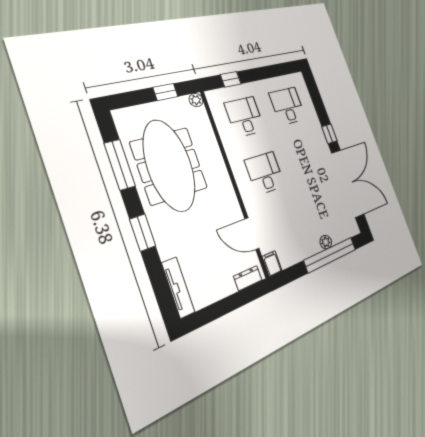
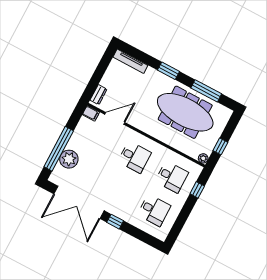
plant: (326, 242) -> (69, 159), width x1.87, depth x1.87

